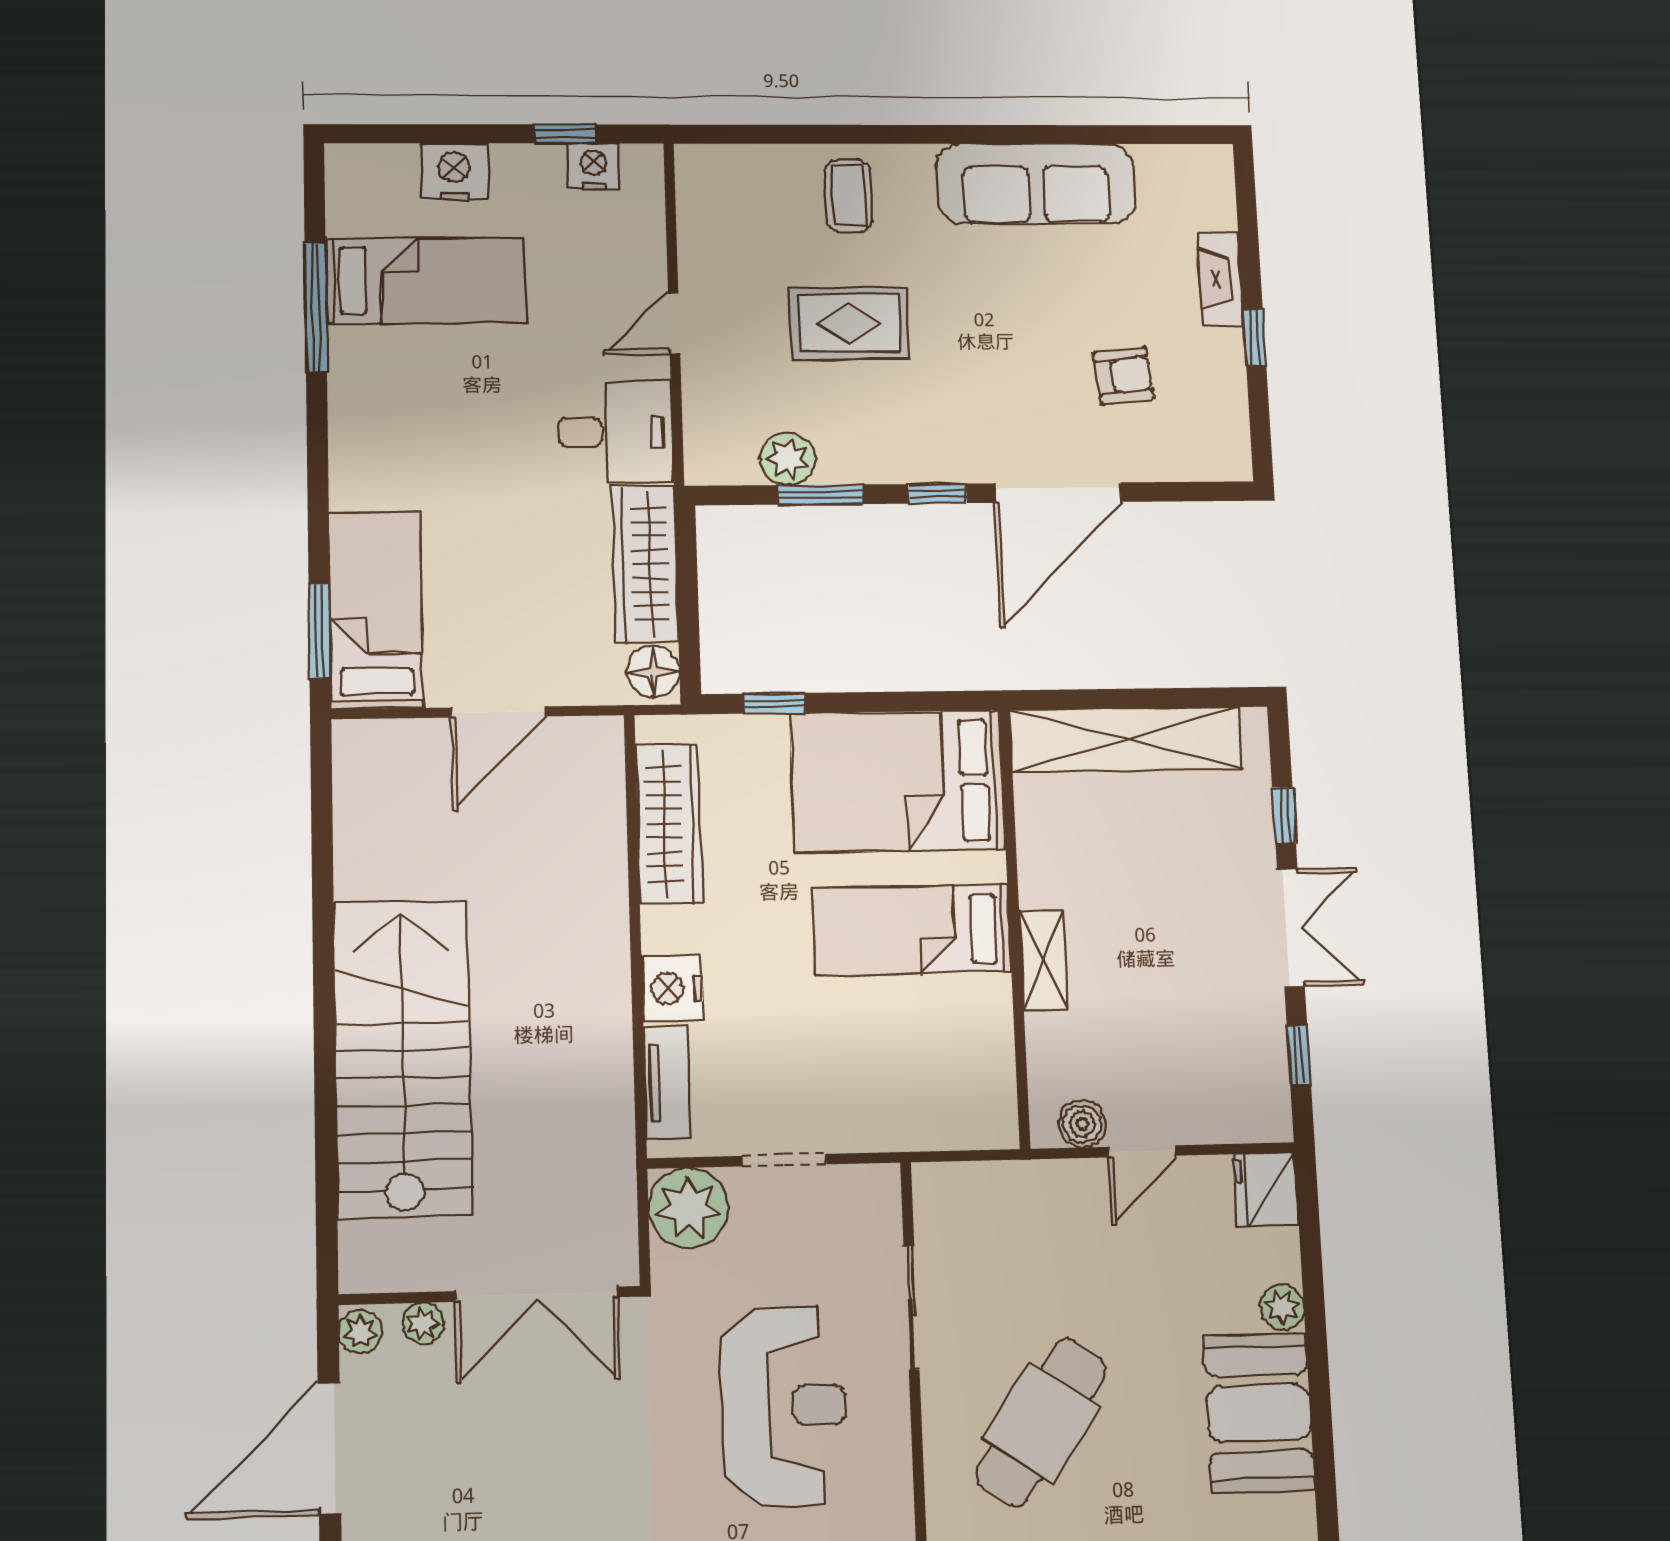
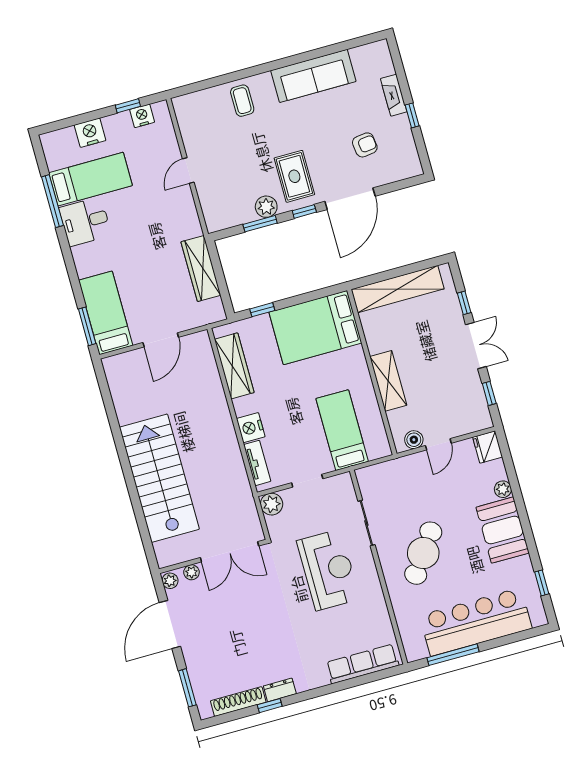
rug: (849, 323) -> (294, 176), moved, turned 90
desk: (616, 432) -> (85, 222), moved, turned 180
plant: (788, 458) -> (266, 207), moved
floor lamp: (653, 671) -> (214, 309), removed
bed: (912, 930) -> (342, 430), moved, turned 90
shelving: (1044, 960) -> (388, 381), width x1.50, depth x1.33
plant: (688, 1208) -> (272, 504), width x0.73, depth x0.73

